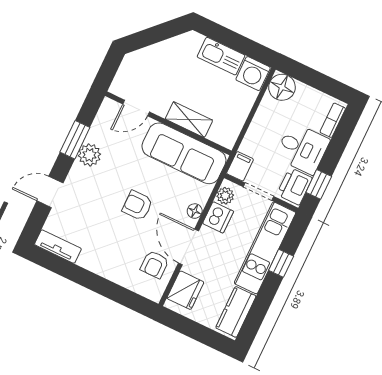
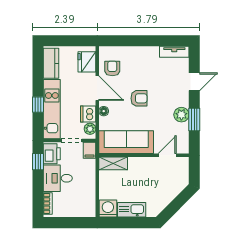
floor lamp: (282, 87) -> (87, 209), removed
shelving: (189, 120) -> (113, 163), moved

